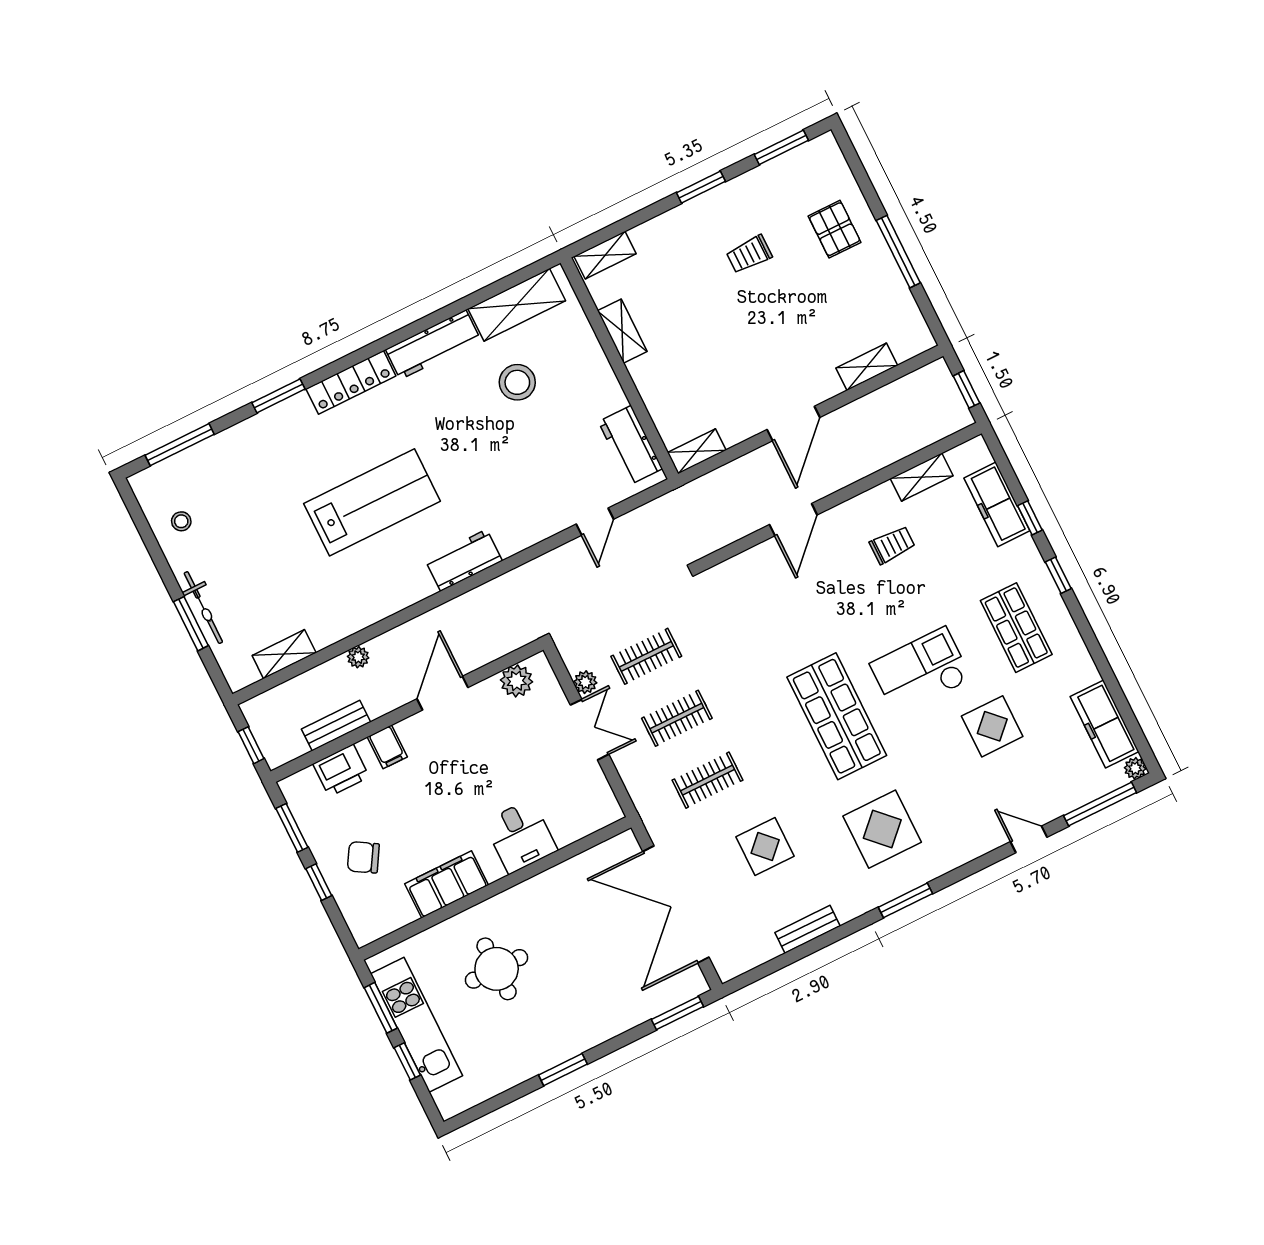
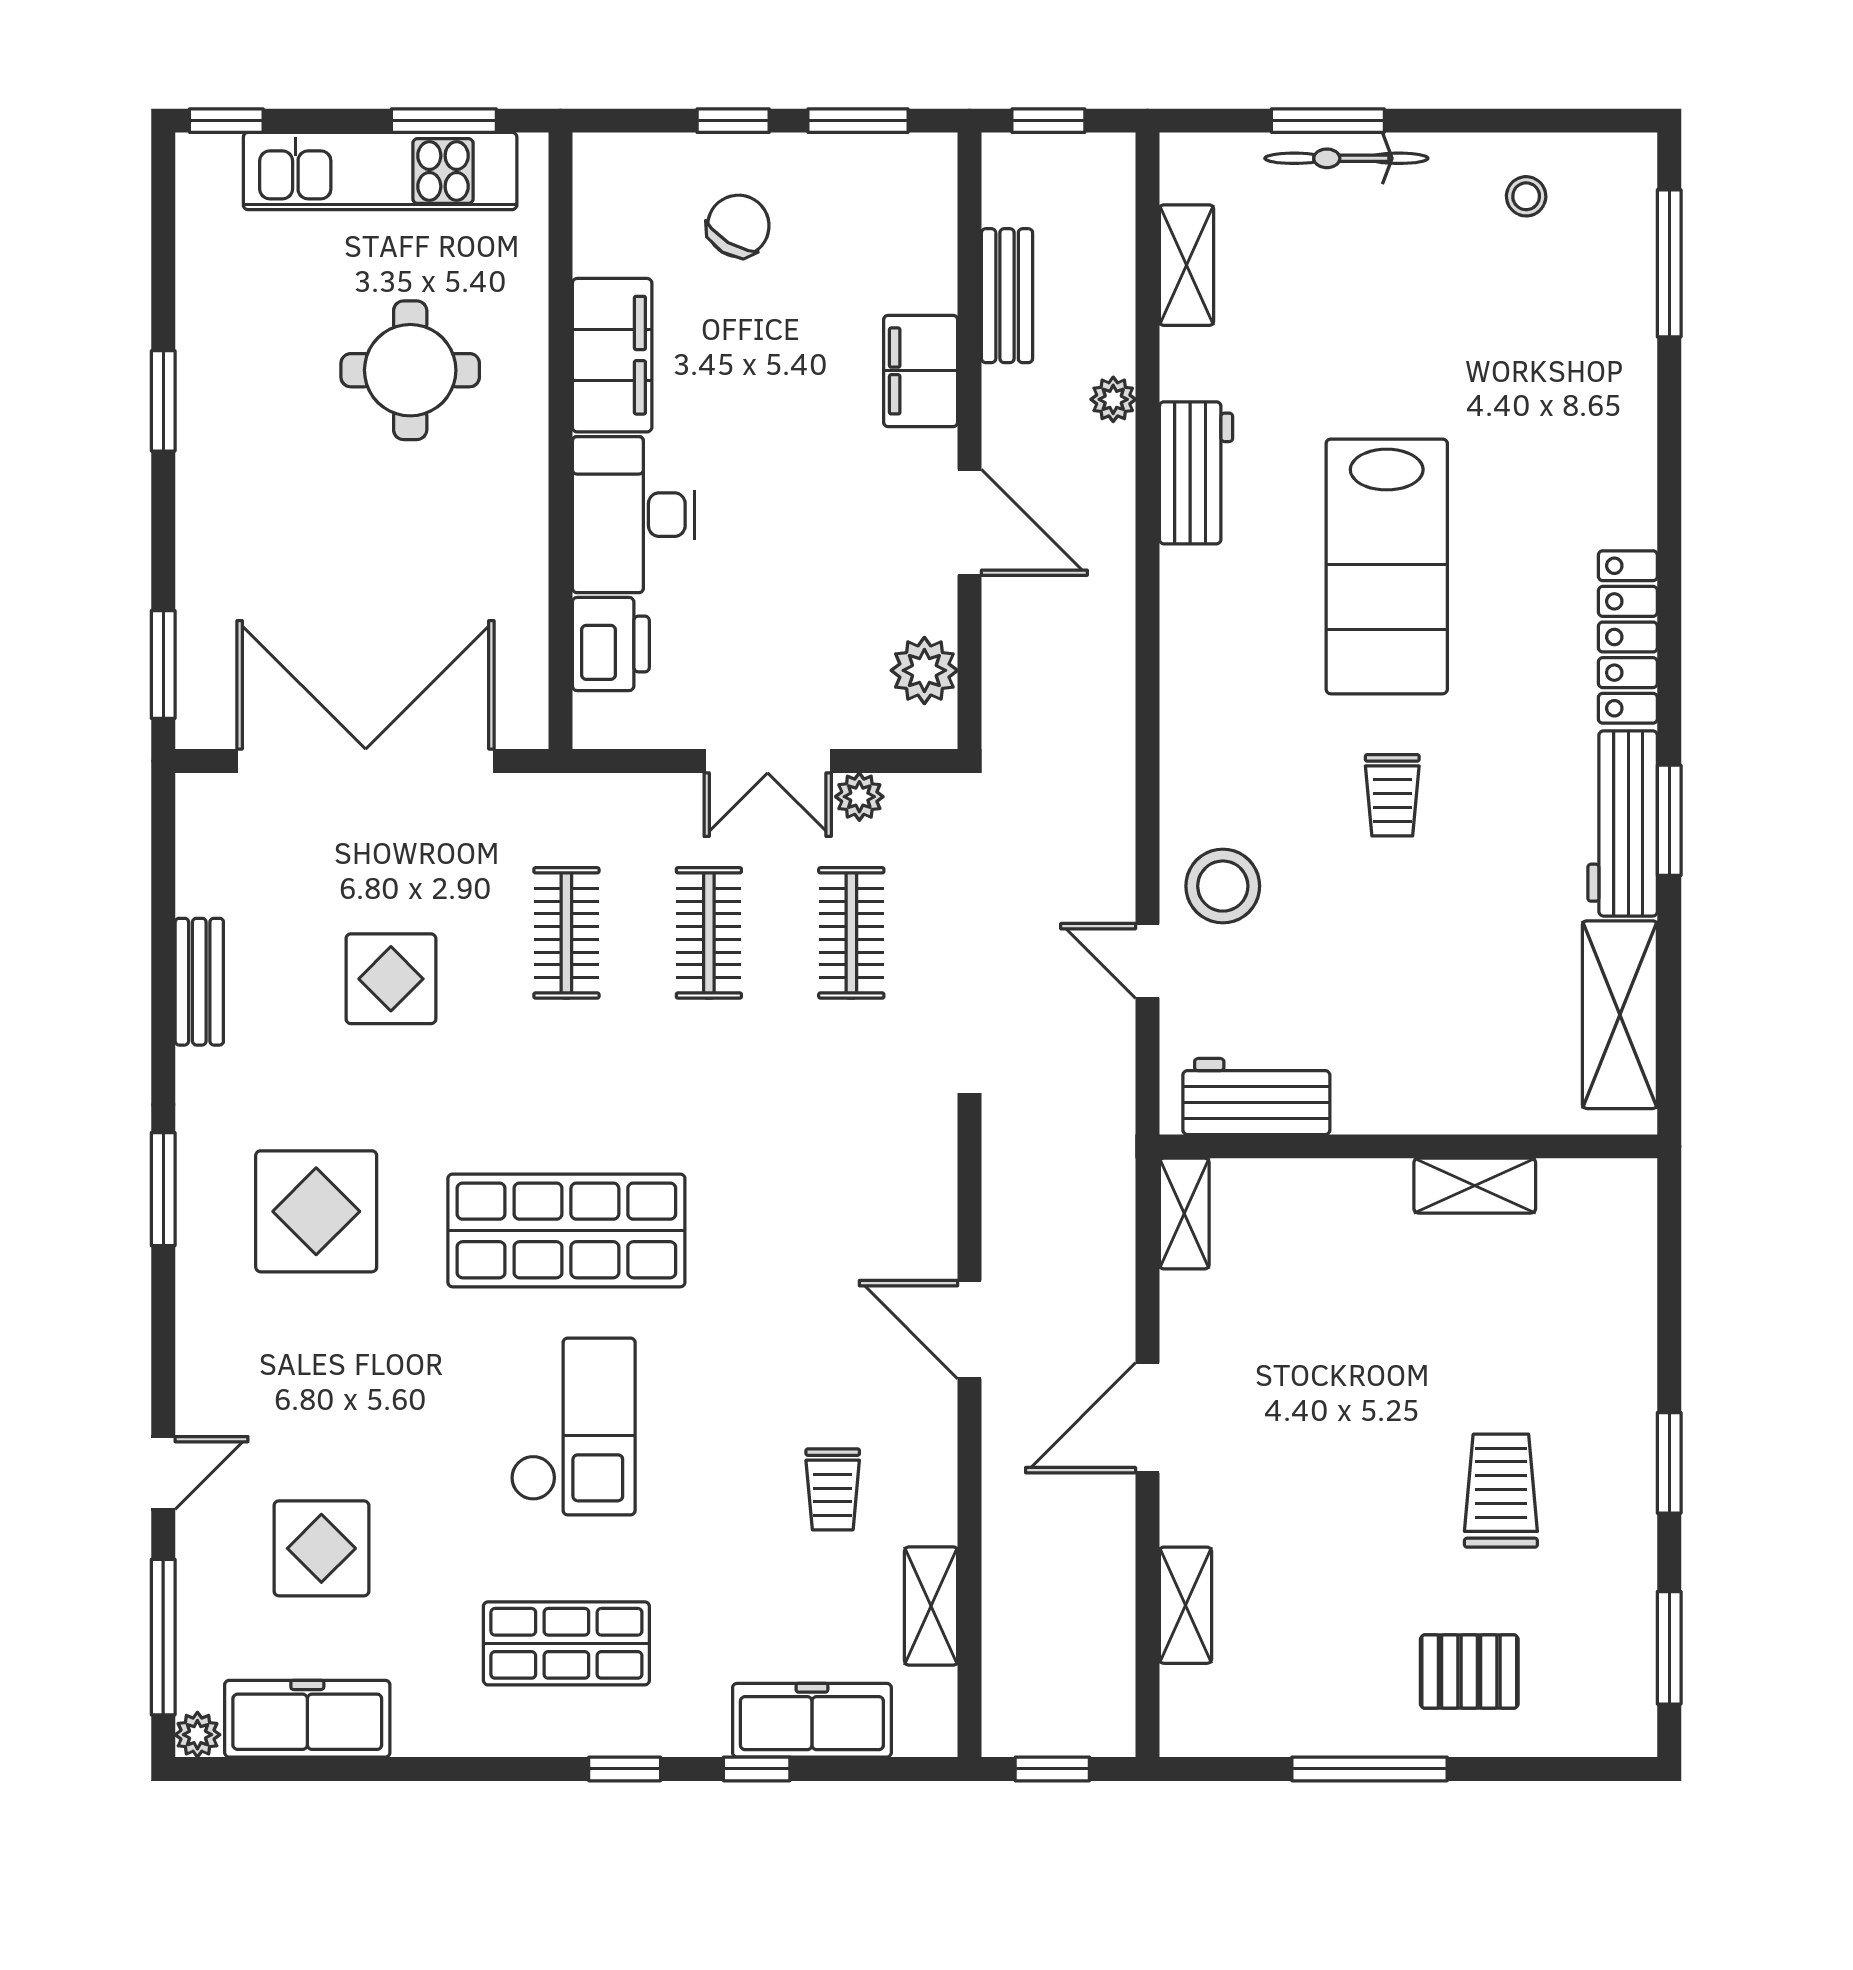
trolley: (749, 254) -> (1501, 1491), width x1.36, depth x1.39
shelving: (605, 255) -> (1631, 1223), removed
stool: (517, 382) -> (1223, 886), moved
window: (278, 396) -> (1669, 820), moved
door: (793, 423) -> (1147, 1418), hinge flipped
trolley: (470, 451) -> (1392, 795), added
workbench: (464, 560) -> (1196, 473), moved
display table: (992, 726) -> (321, 1548), moved
filing cabinet: (387, 747) -> (921, 371), width x2.00
printer: (341, 770) -> (611, 644), moved, turned 180
desk: (520, 836) -> (634, 515), width x1.37
window: (407, 1061) -> (226, 121), moved

